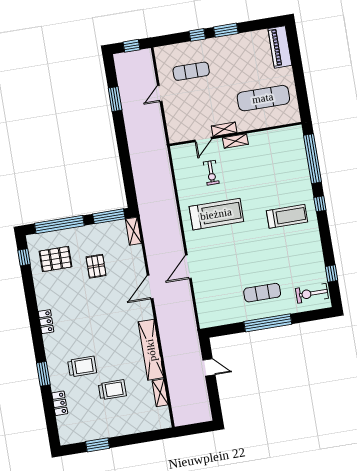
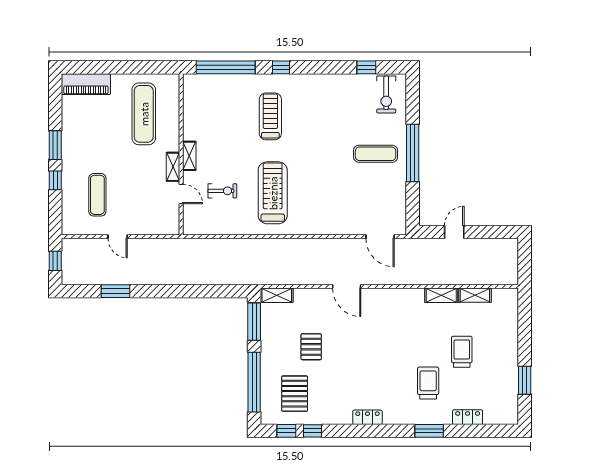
treadmill: (287, 216) -> (270, 116), moved
pallet: (96, 266) -> (311, 347), turned 90
door: (188, 267) -> (380, 237), moved
window: (28, 279) -> (313, 431), added
exercise mat: (262, 293) -> (376, 154), turned 90
shelving: (151, 350) -> (441, 295), width x0.45, depth x0.75

